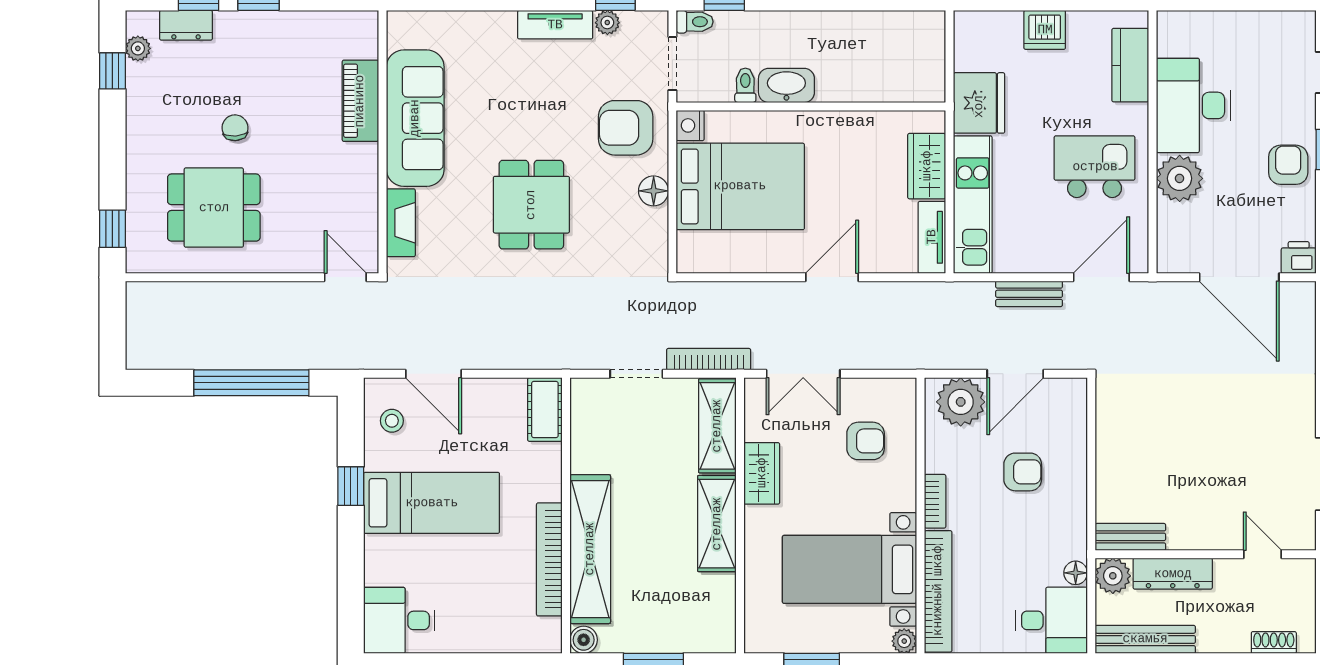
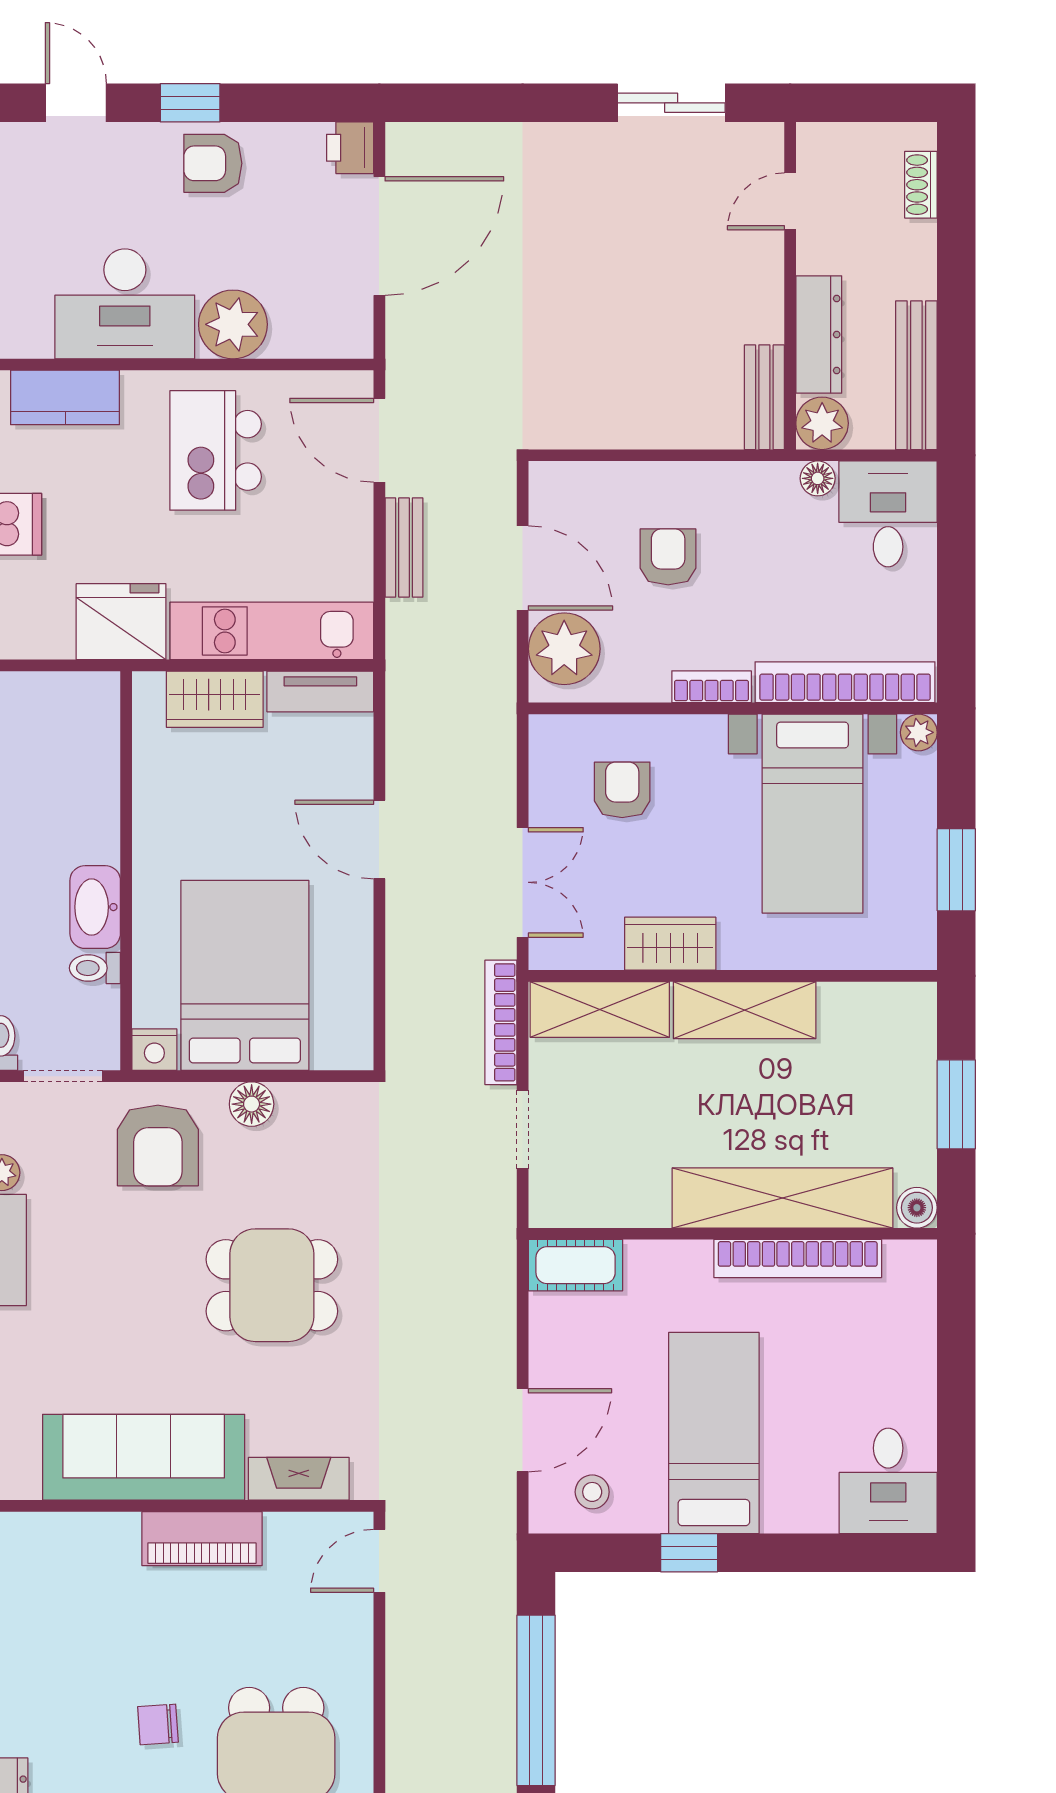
piano: (360, 101) -> (202, 1539), moved

